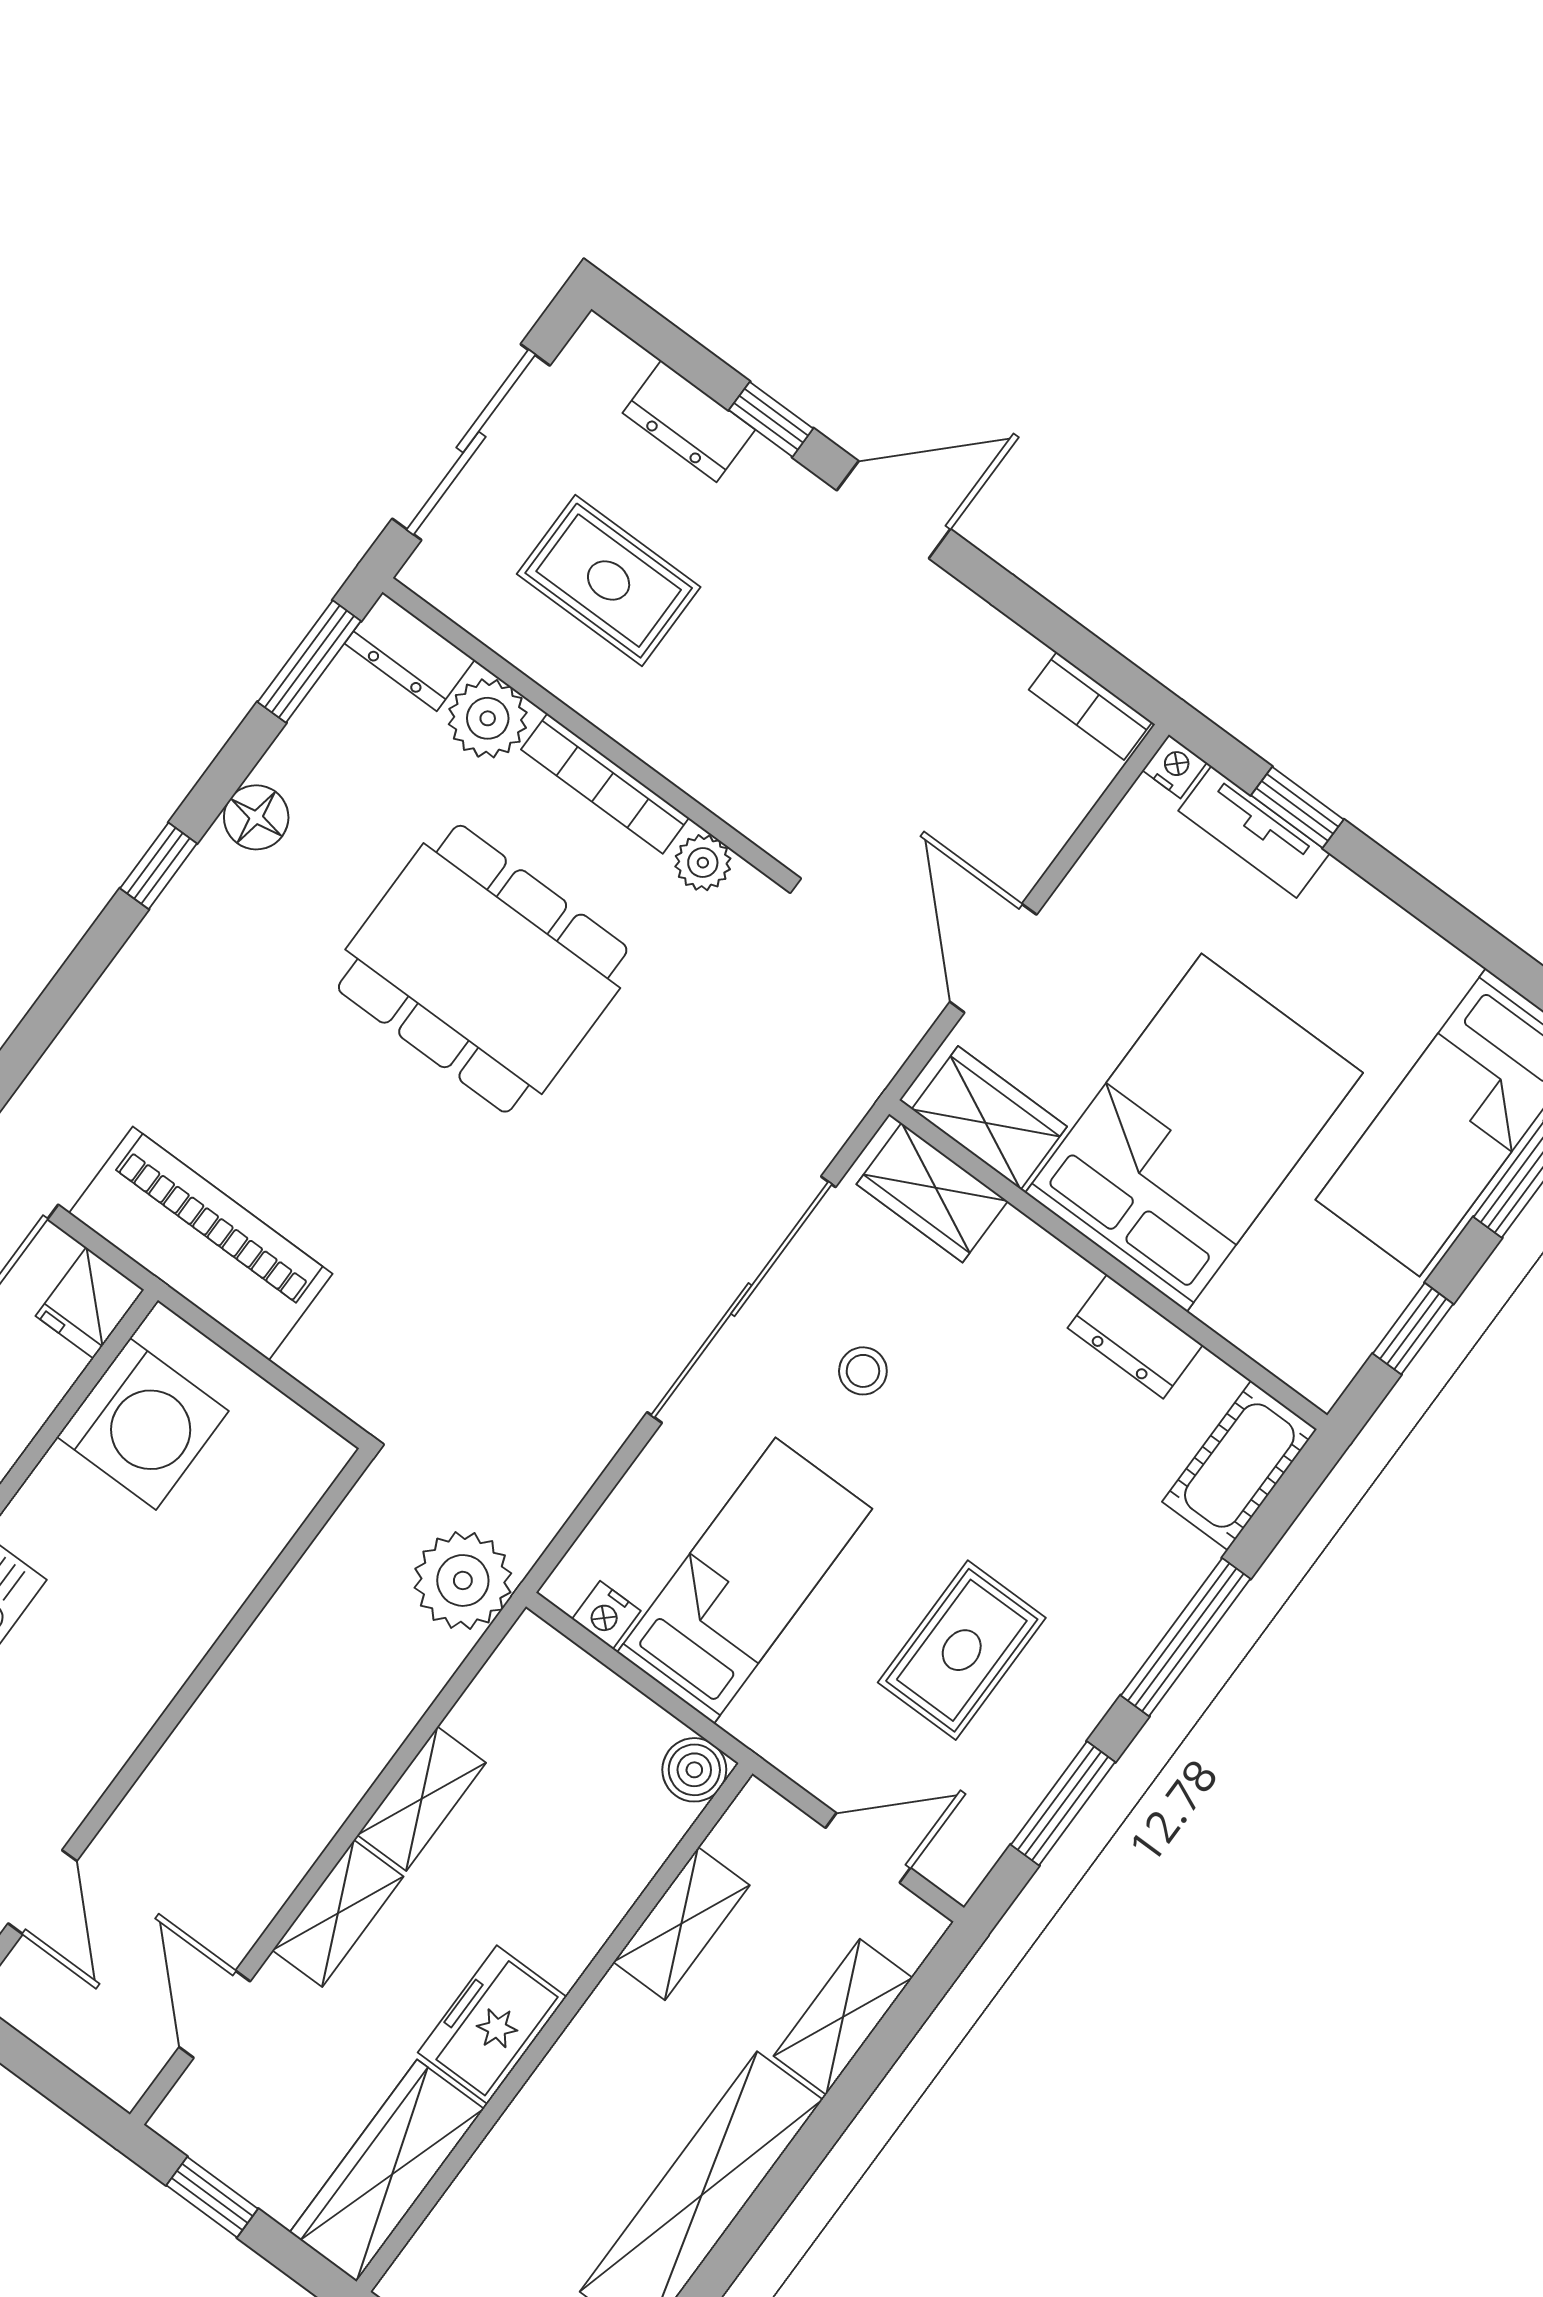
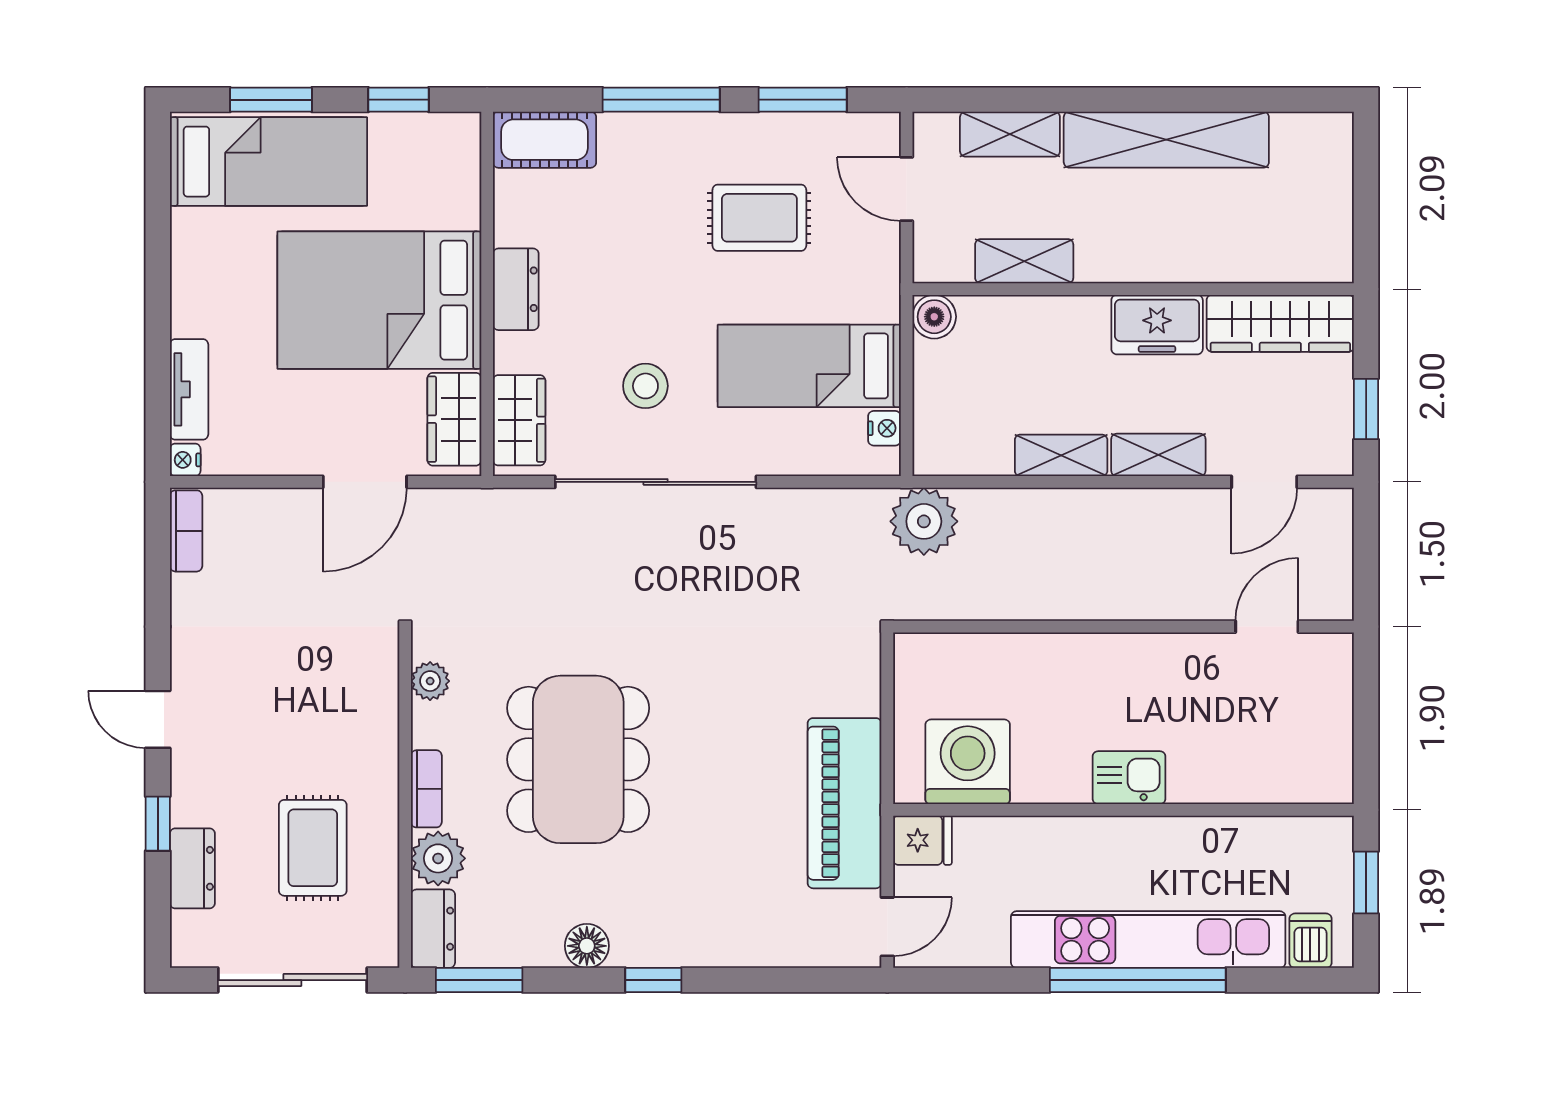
door: (894, 510) -> (158, 719), width x0.73
bookcase: (605, 784) -> (426, 789), width x0.64
window: (1297, 807) -> (158, 375), removed
dresser: (1135, 1337) -> (516, 289), moved
stool: (863, 1371) -> (645, 386), width x1.37, depth x1.37

